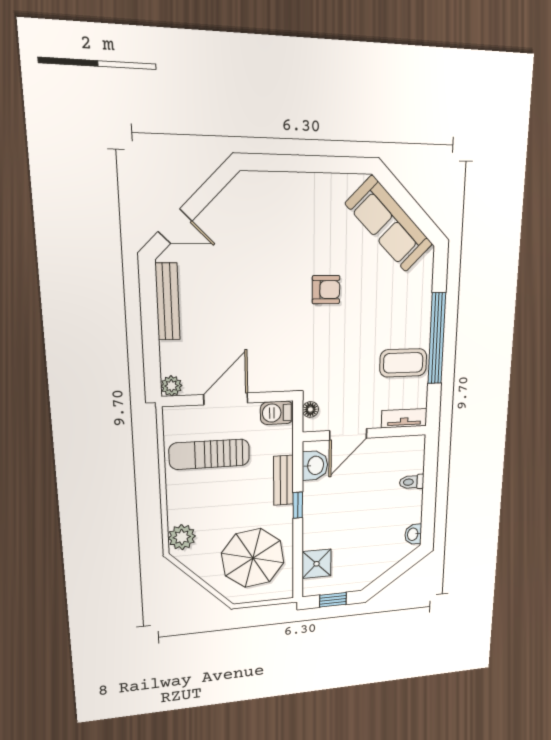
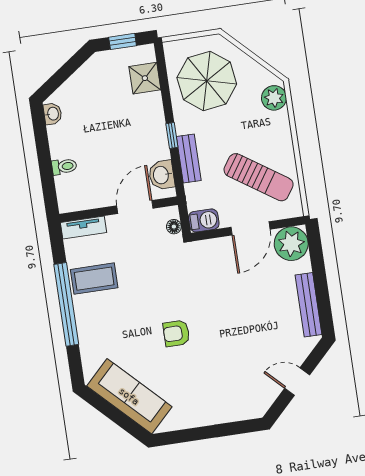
door: (175, 226) -> (297, 382), moved
plant: (171, 386) -> (291, 244), width x1.88, depth x1.88
sun lounger: (209, 454) -> (259, 177), turned 34

